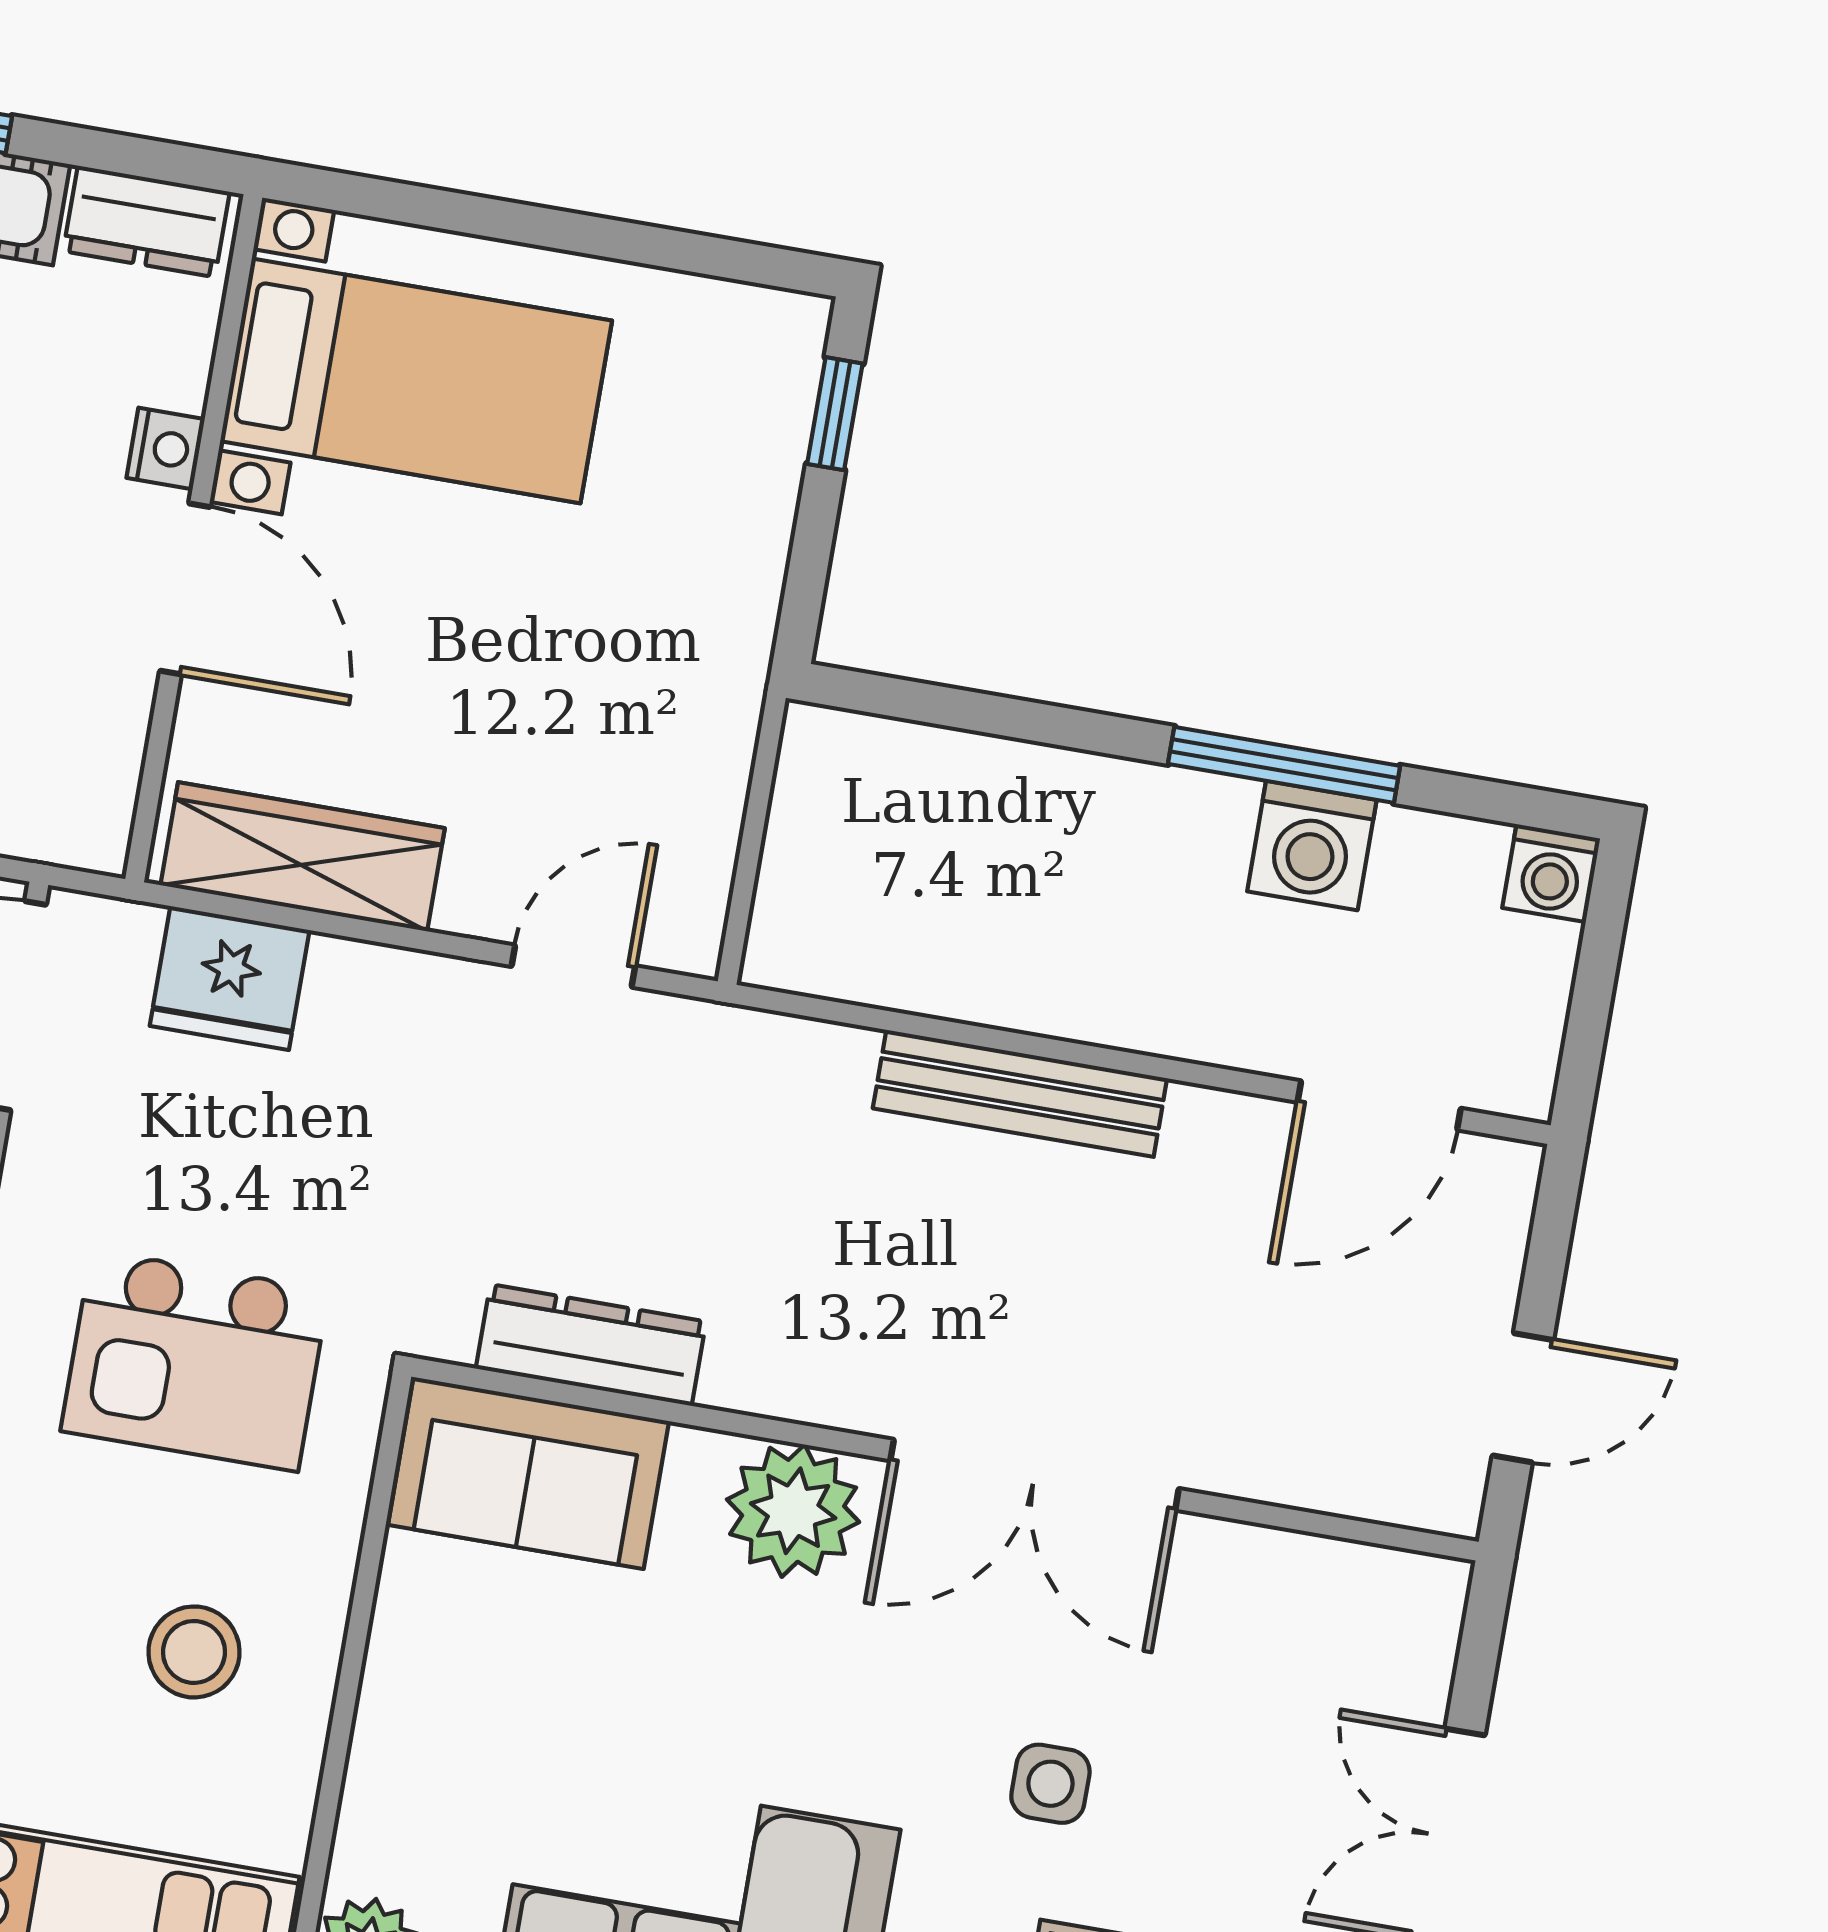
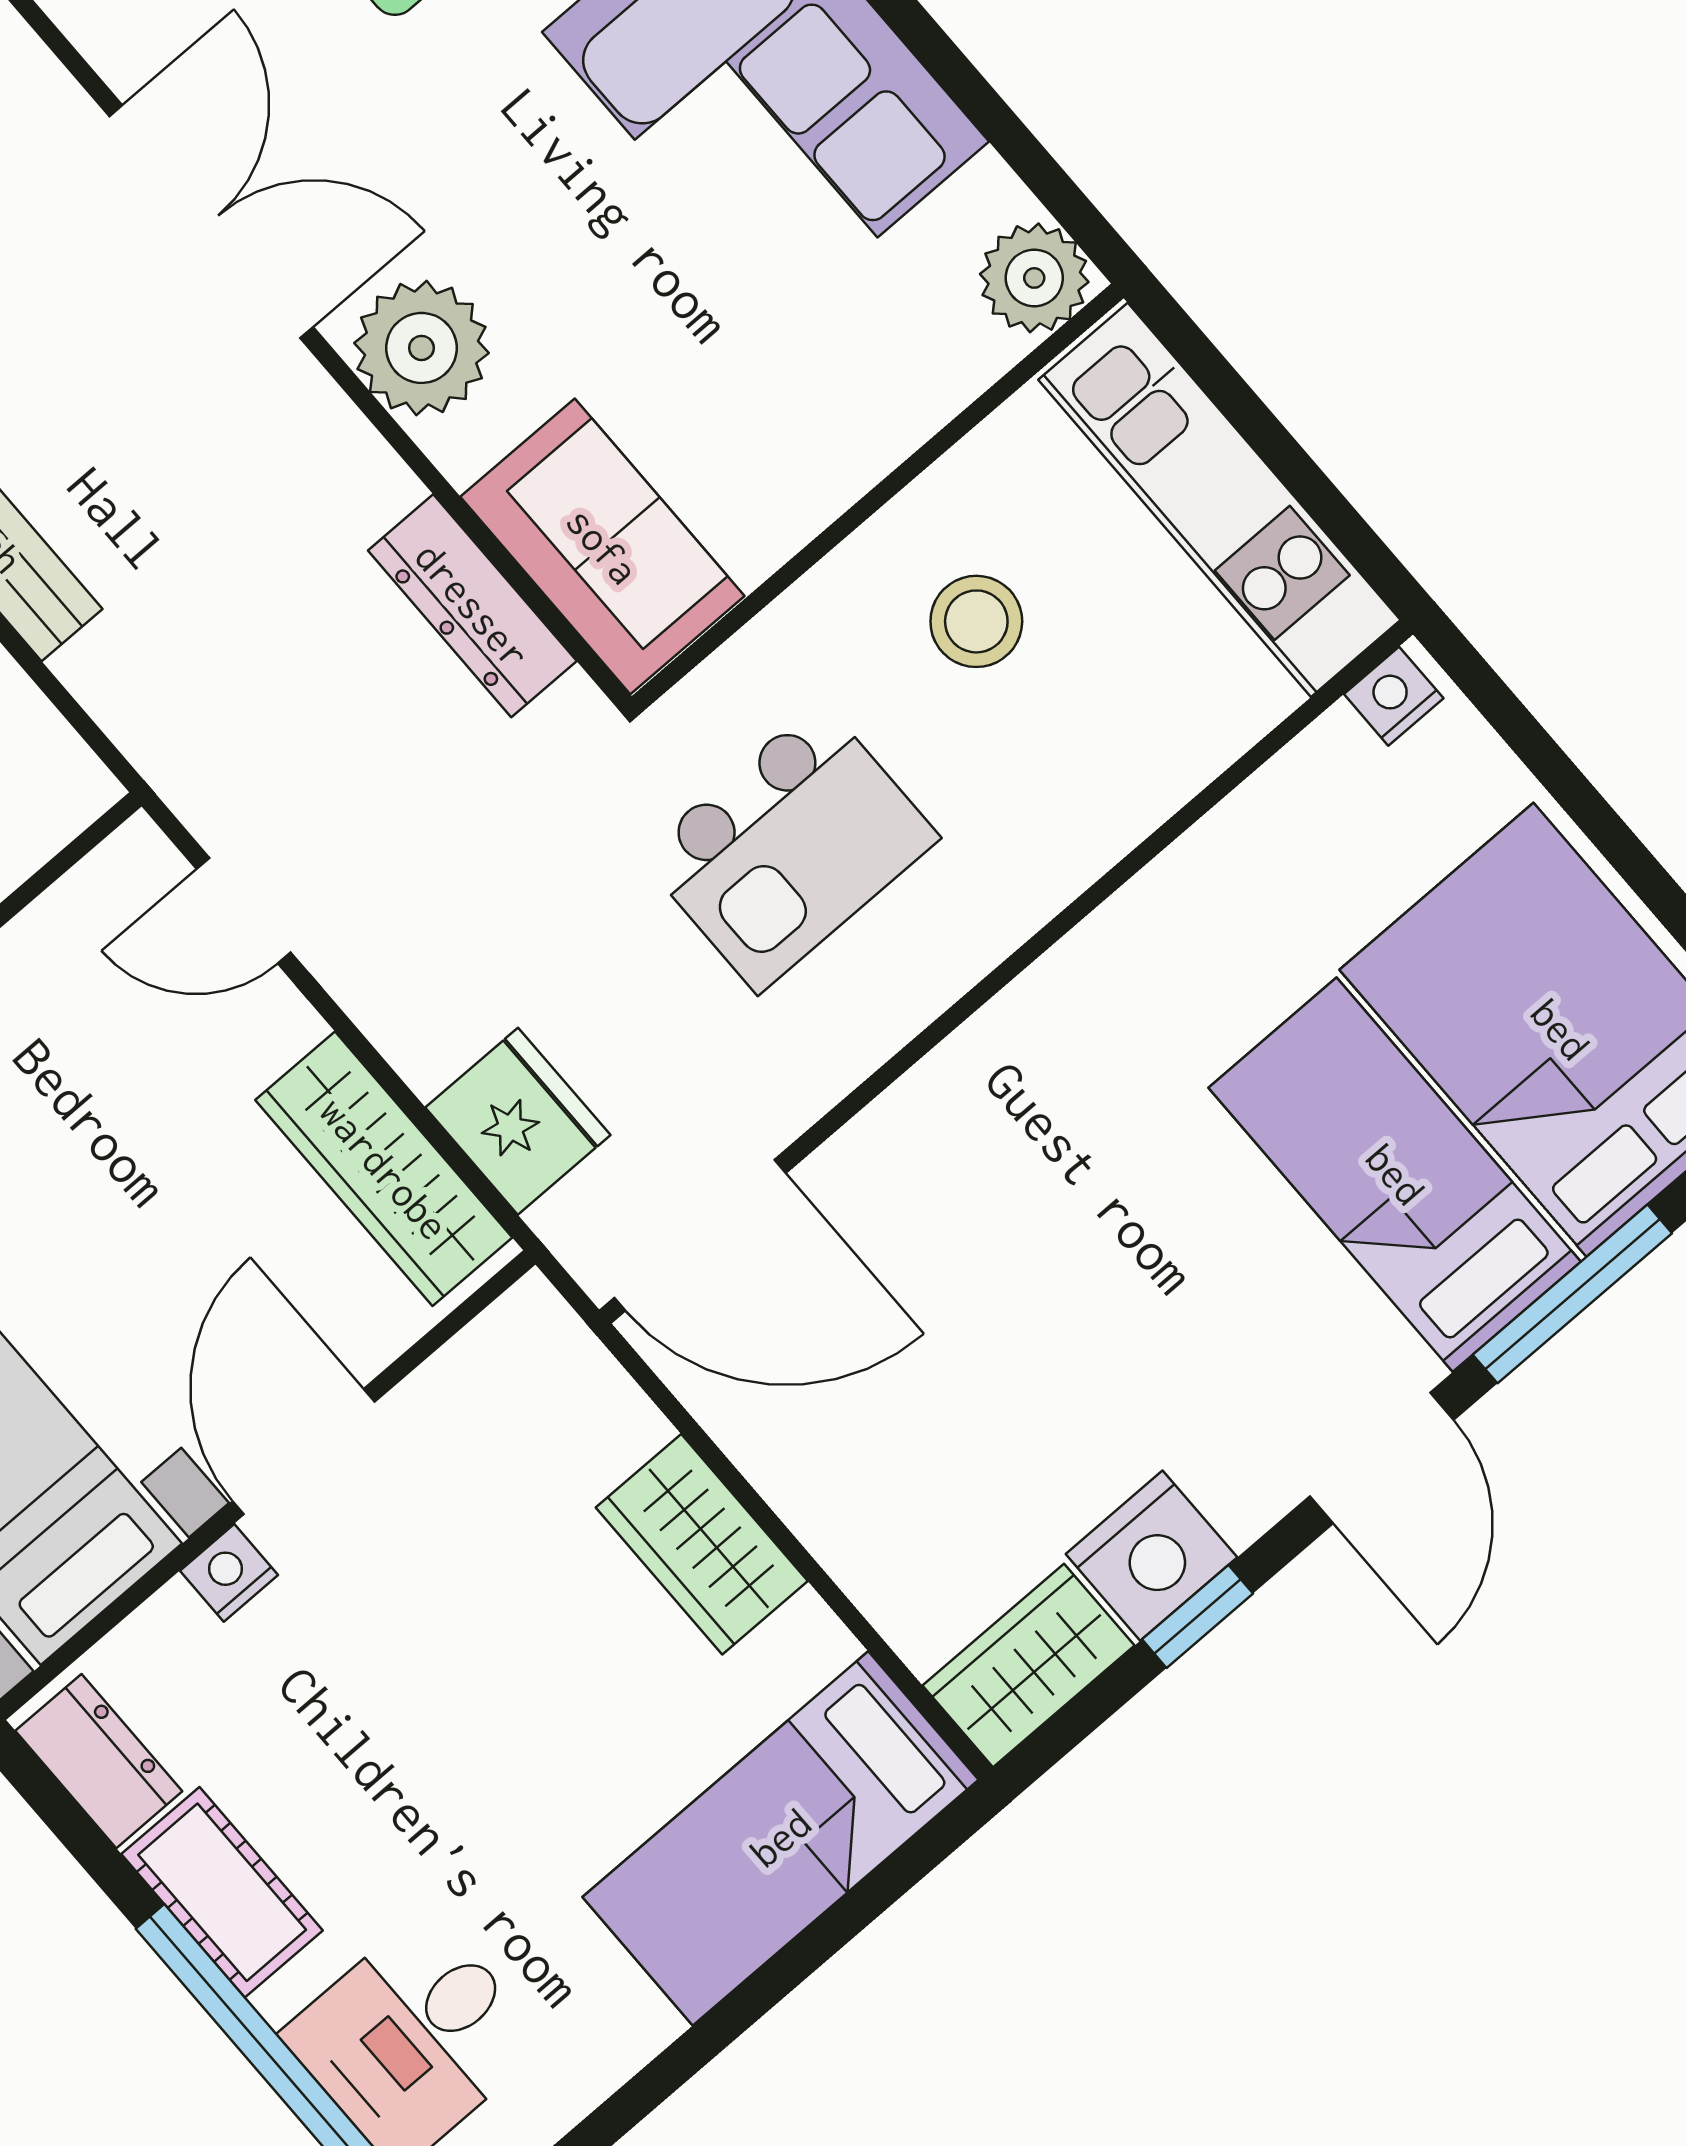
kitchen island: (195, 1361) -> (789, 847), turned 90

